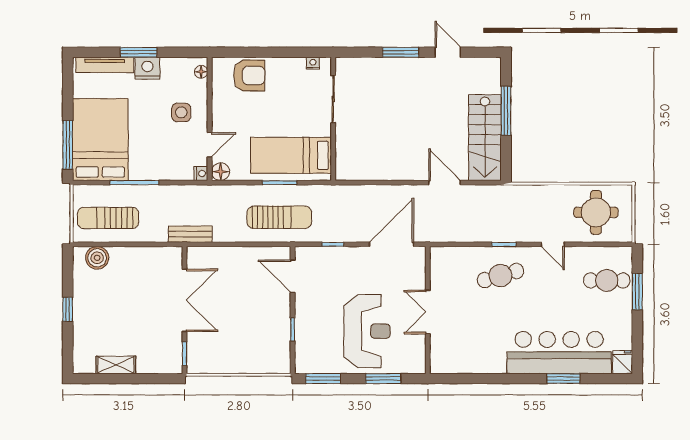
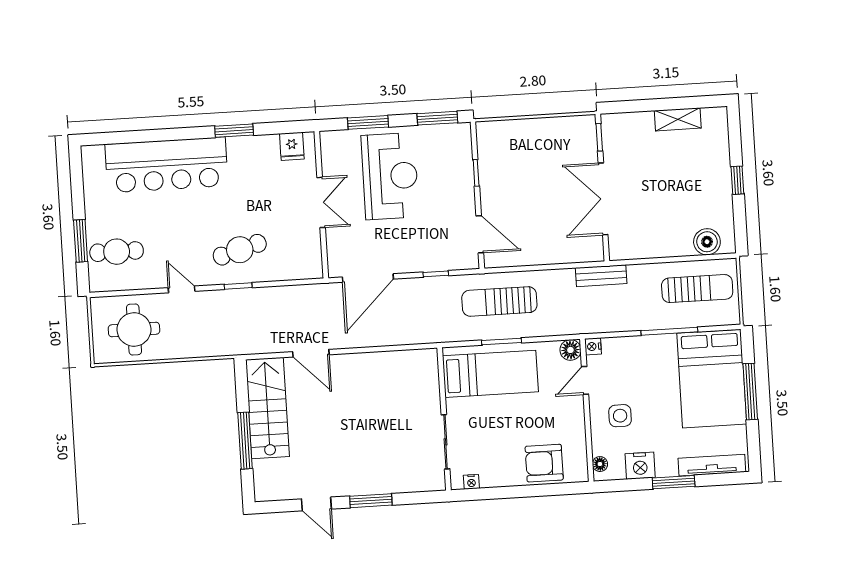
nightstand: (147, 68) -> (640, 466), moved
window: (68, 145) -> (750, 392), moved
reception desk: (367, 331) -> (390, 176), turned 180
fridge: (623, 362) -> (292, 146), moved
window: (563, 379) -> (234, 131), moved

